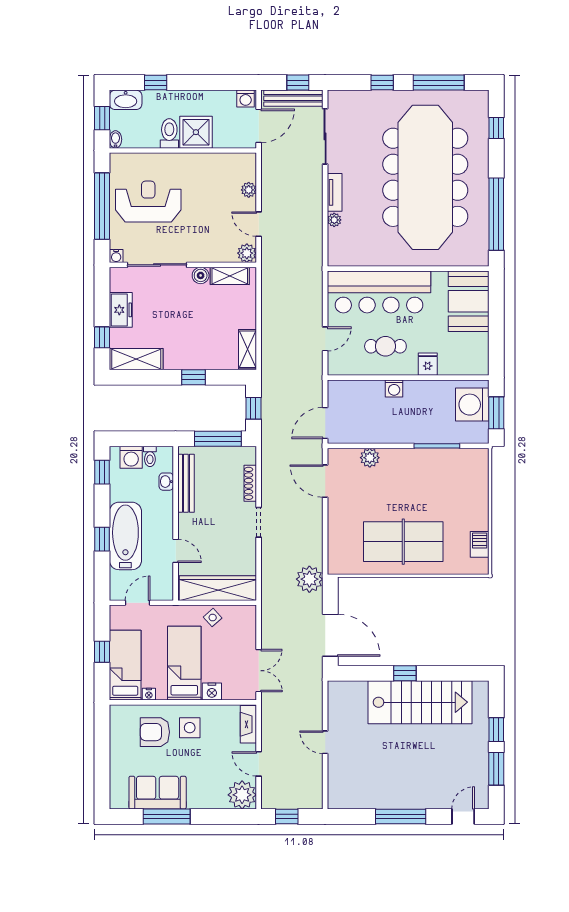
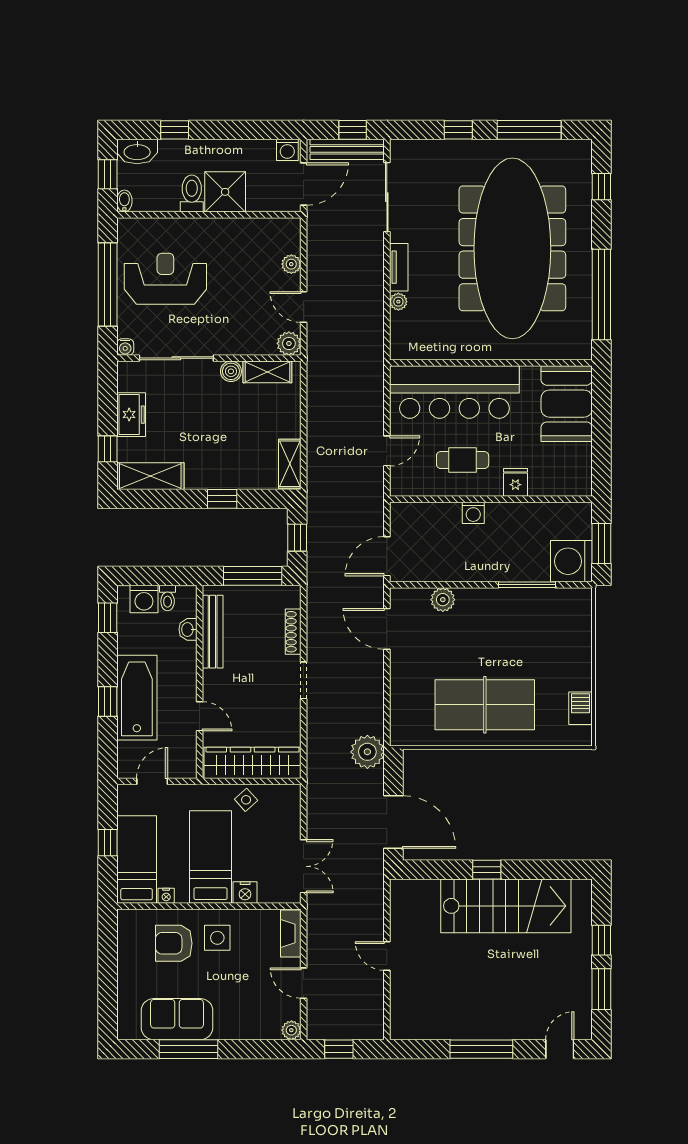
washing machine: (472, 405) -> (571, 561), moved
plant: (242, 795) -> (291, 1030), width x0.53, depth x0.53

